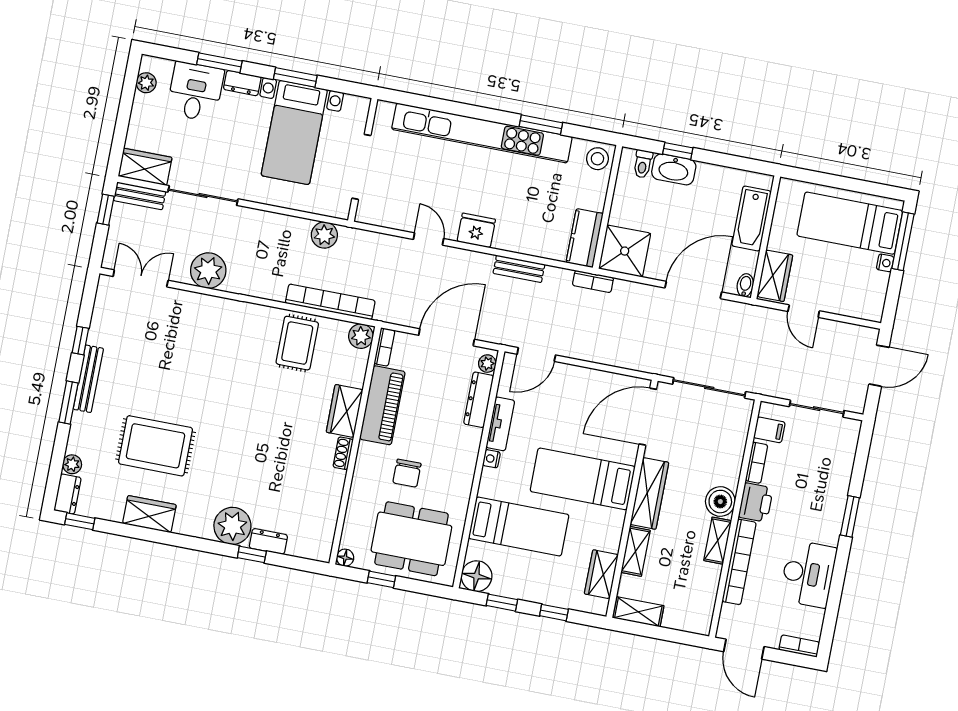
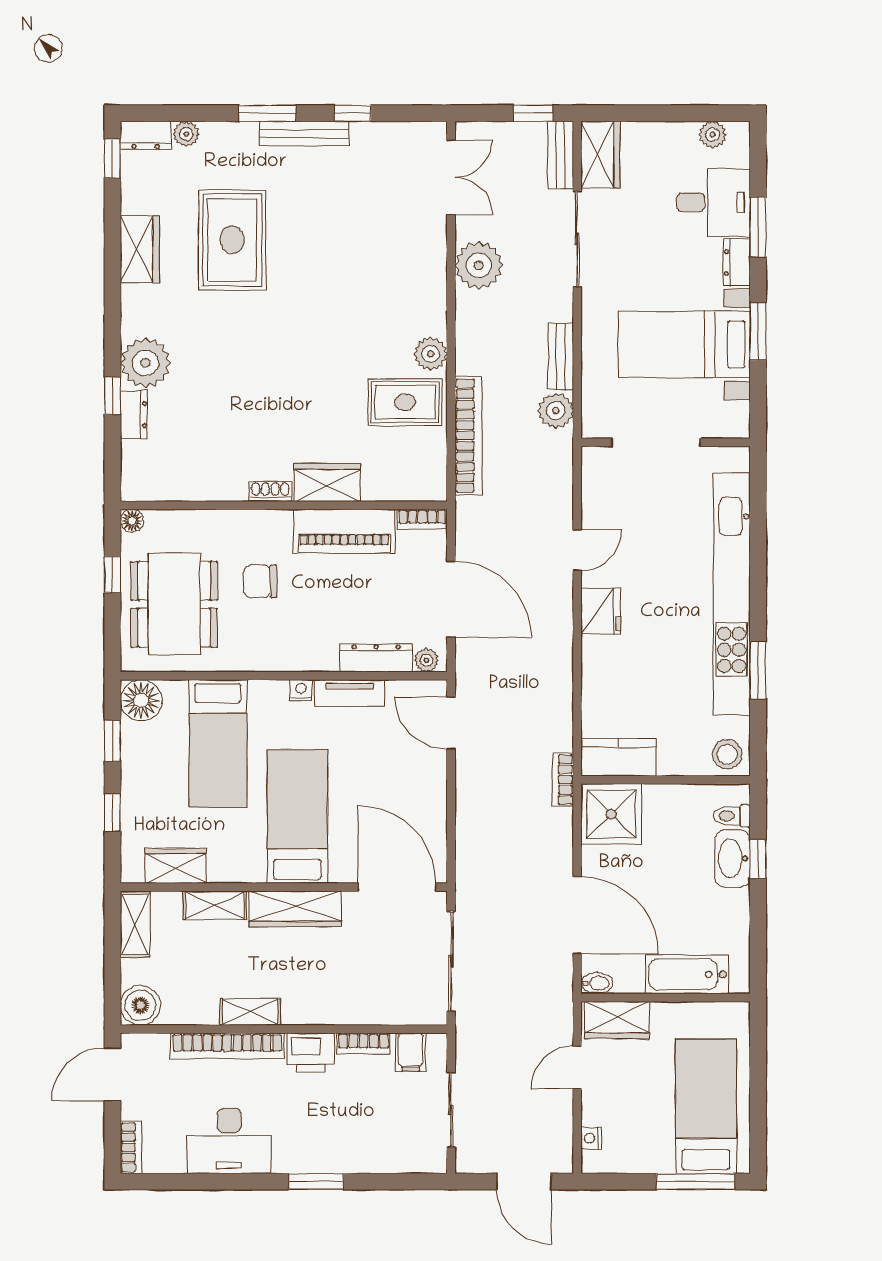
nightstand: (885, 263) -> (591, 1138), moved, turned 90
bench: (519, 269) -> (561, 357), moved
plant: (361, 336) -> (431, 354), moved
boiler: (720, 502) -> (140, 1005), moved

